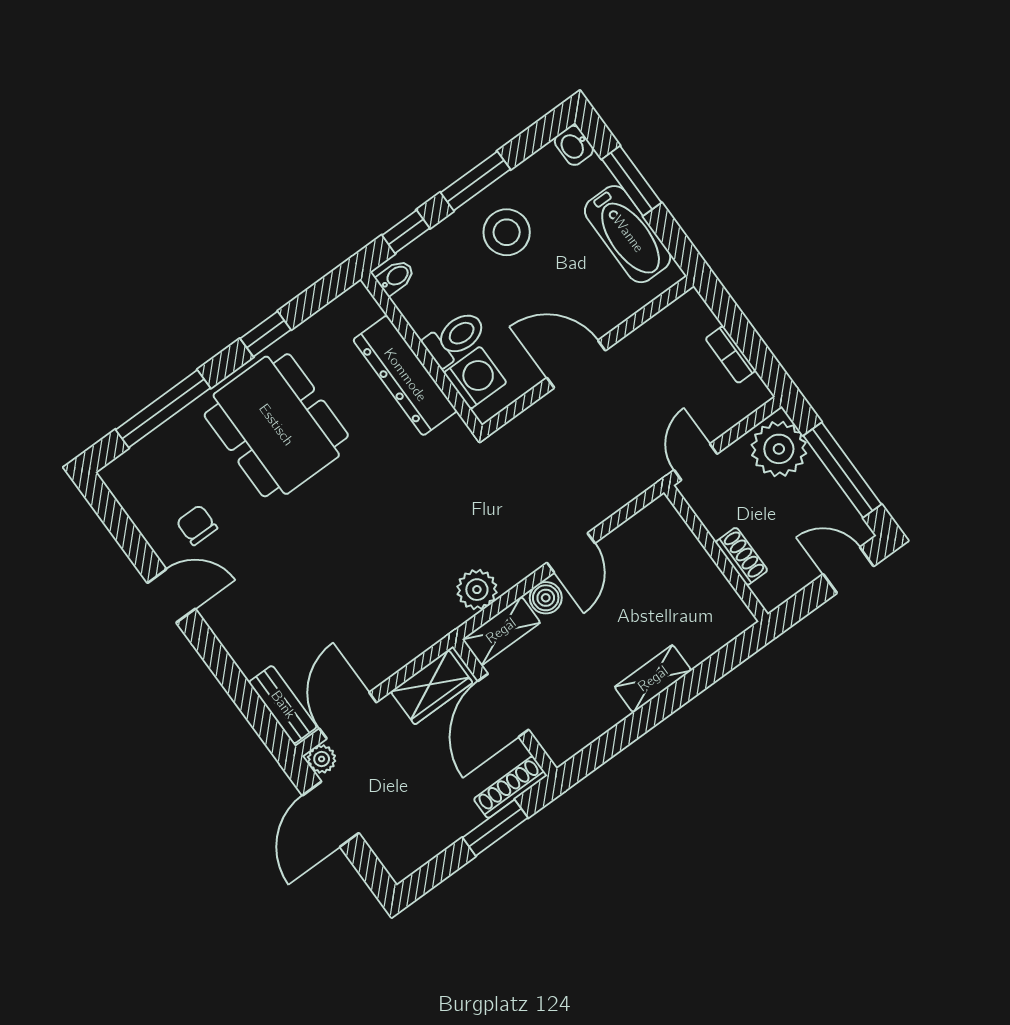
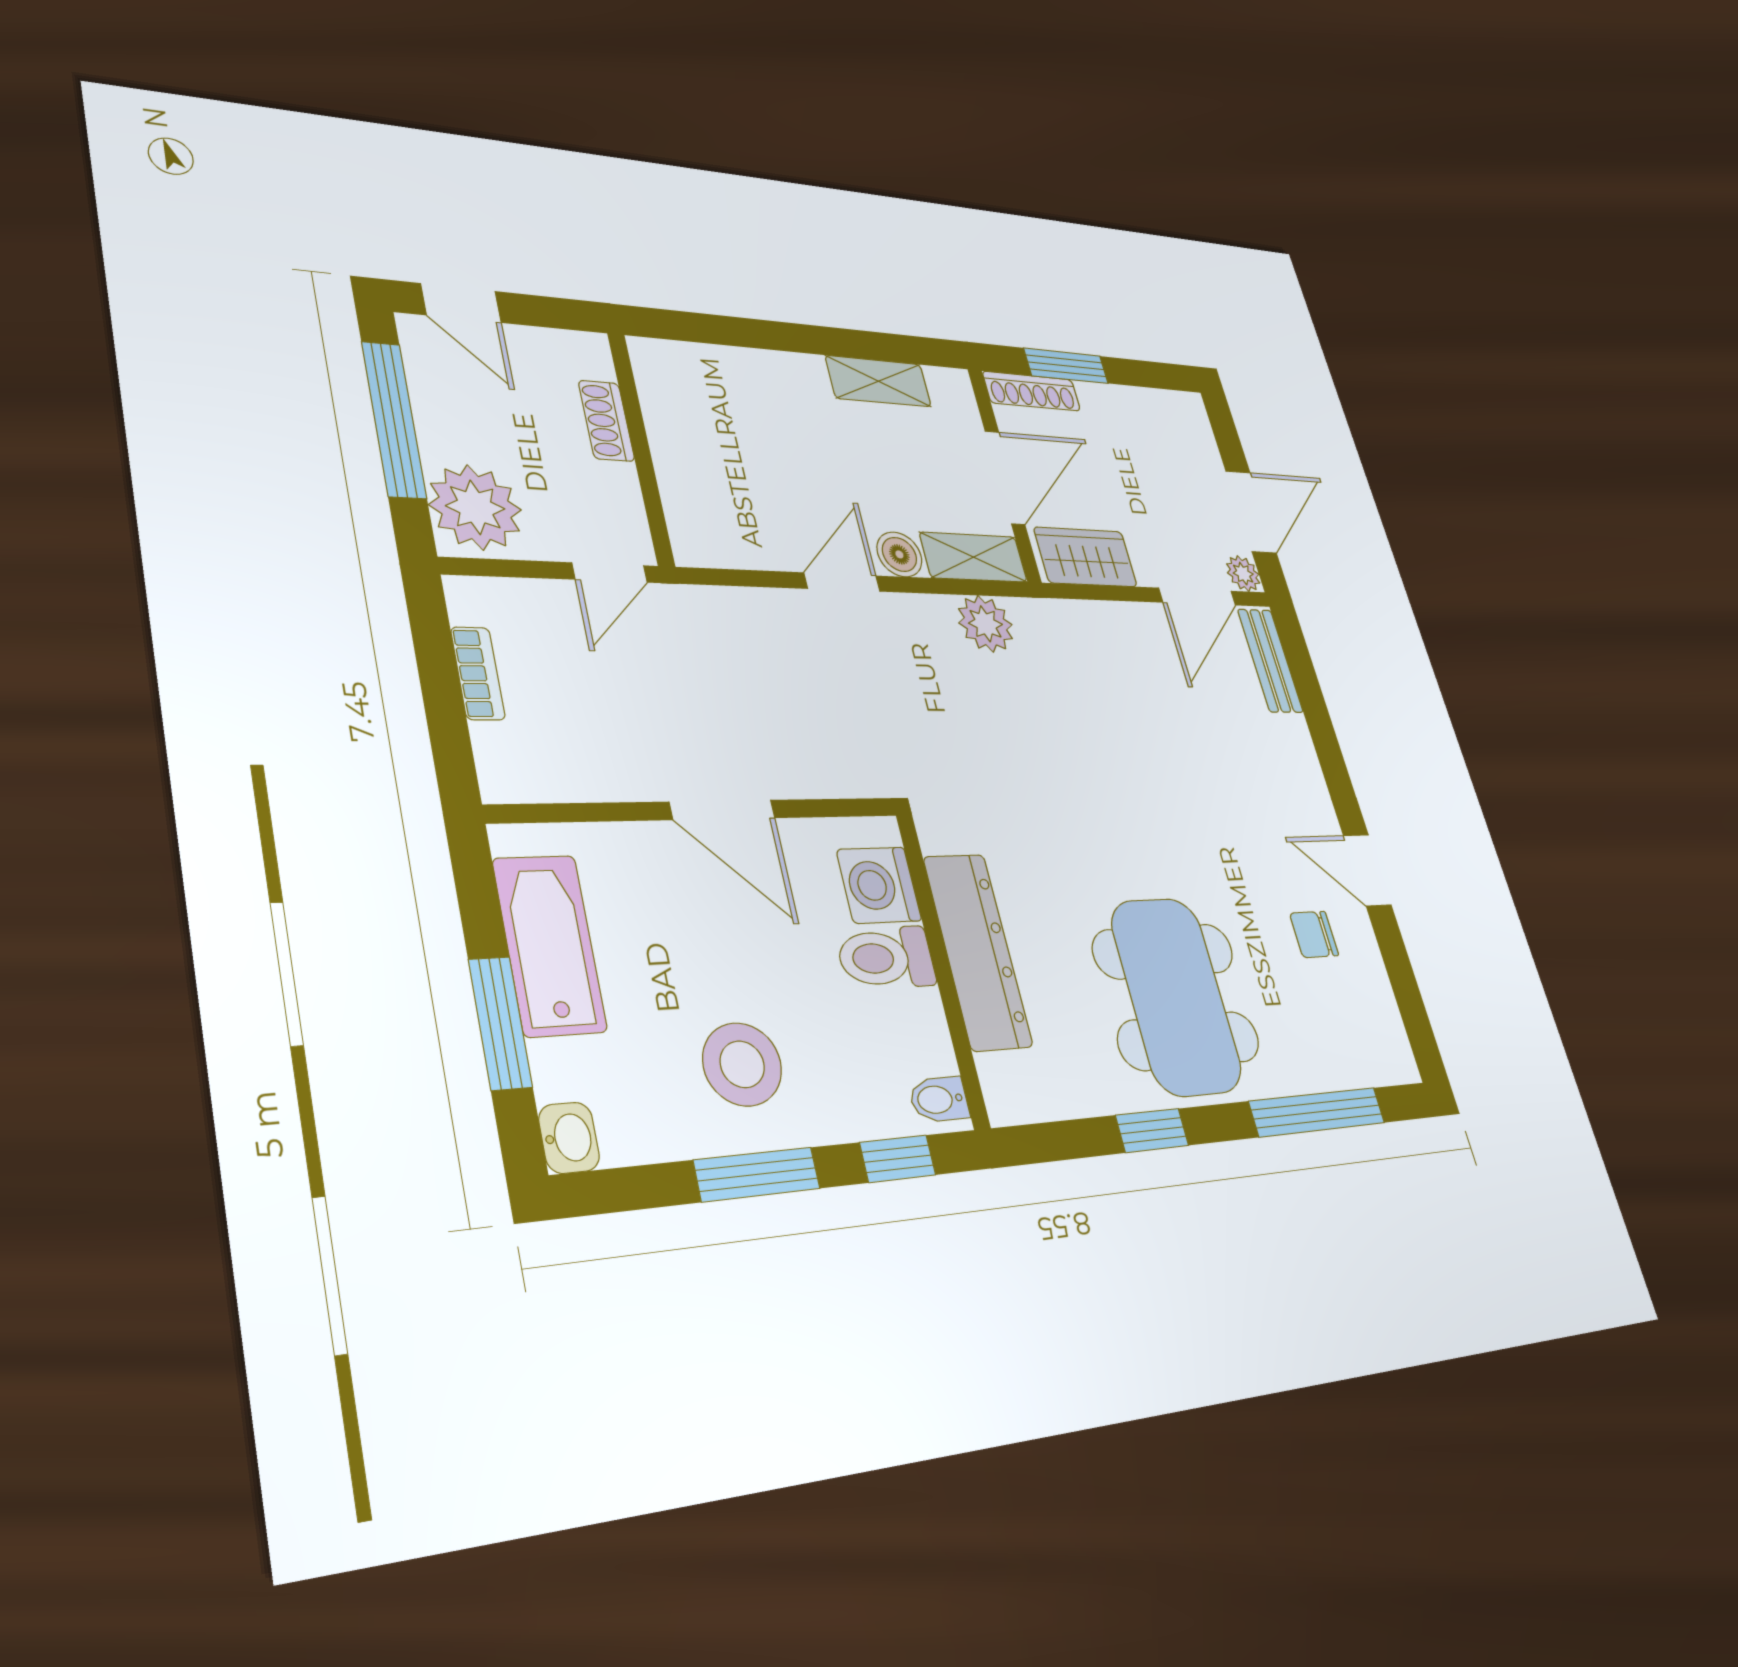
chair: (197, 525) -> (1314, 934), turned 90
shelving: (653, 679) -> (878, 381), moved

